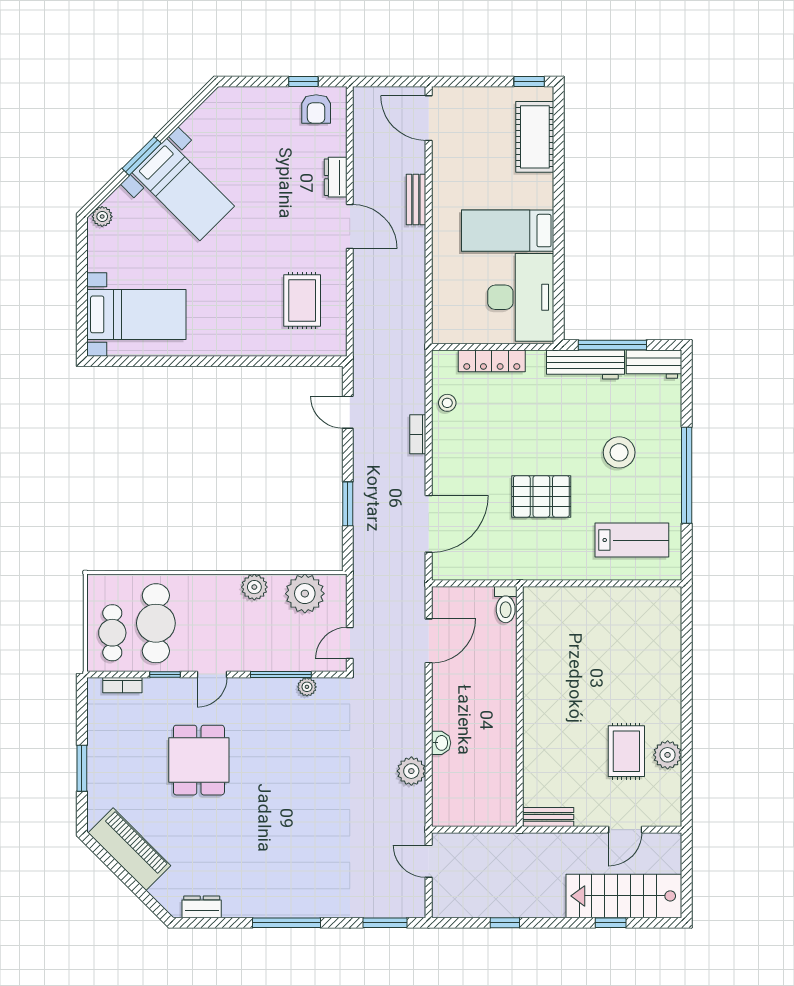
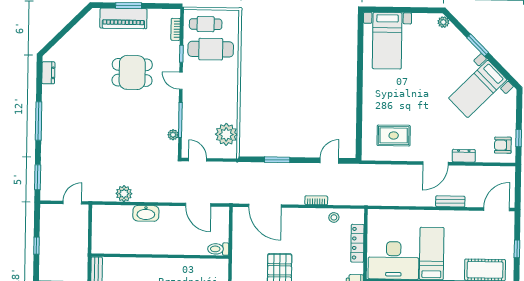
window: (529, 81) -> (517, 249), moved
bed with nightstands: (183, 189) -> (478, 89), moved
plant: (254, 587) -> (230, 106), removed
washbasin: (441, 743) -> (146, 213), width x1.91, depth x1.45
piano: (129, 849) -> (123, 18), moved, turned 45

